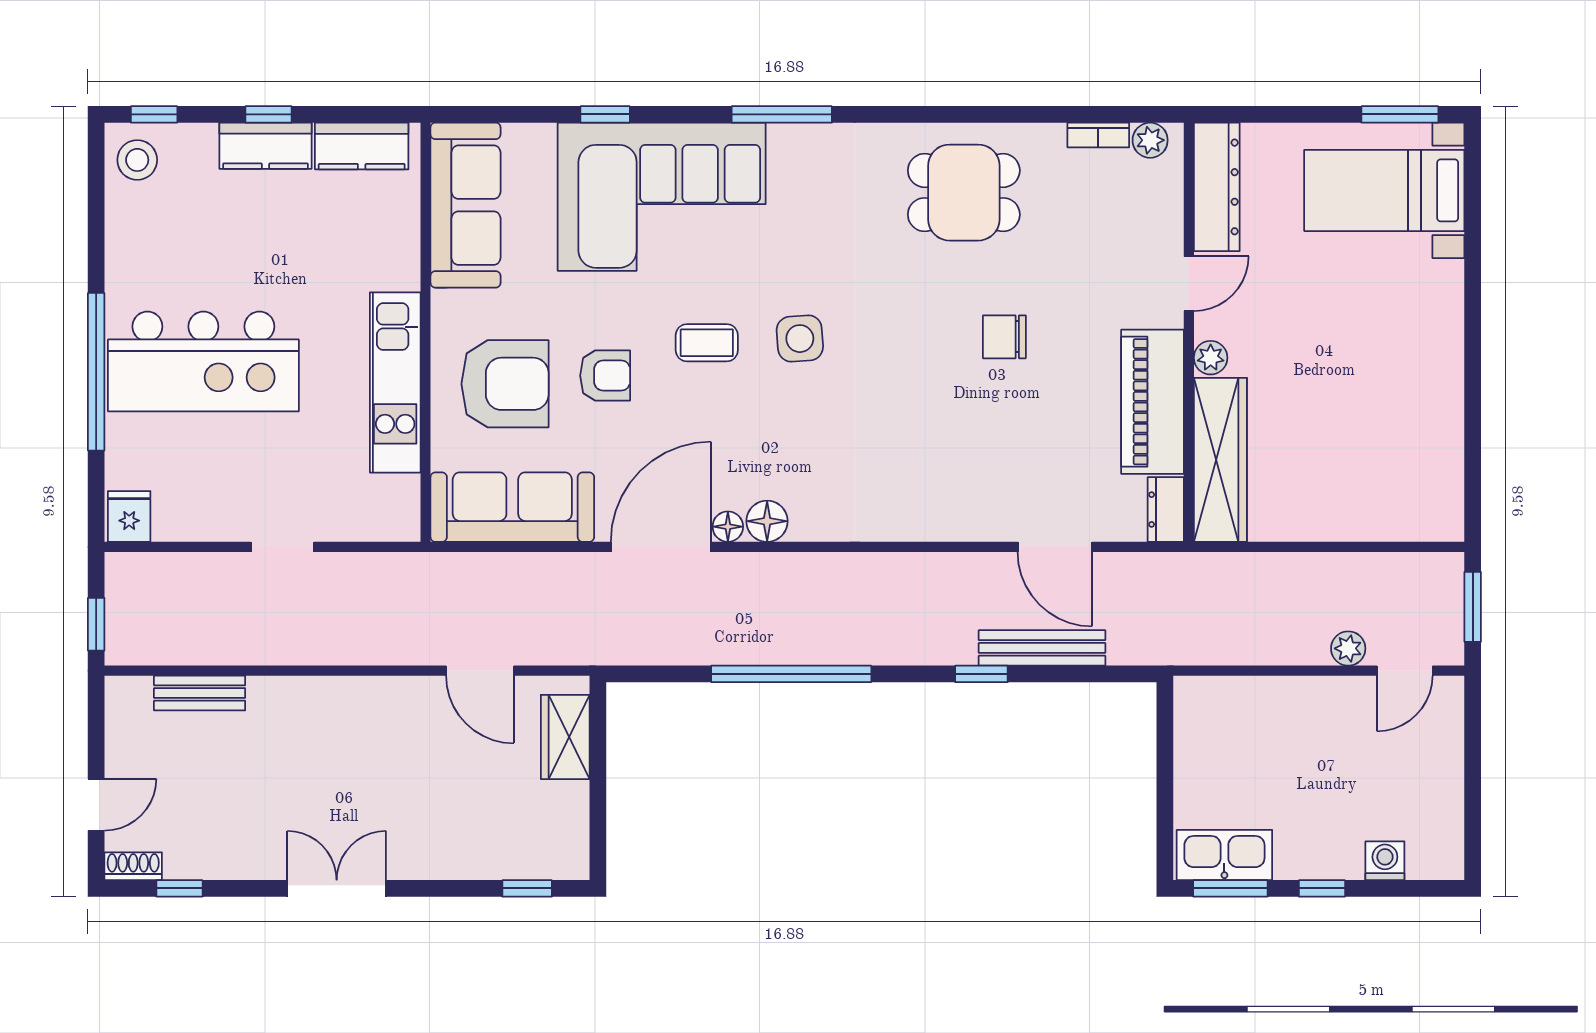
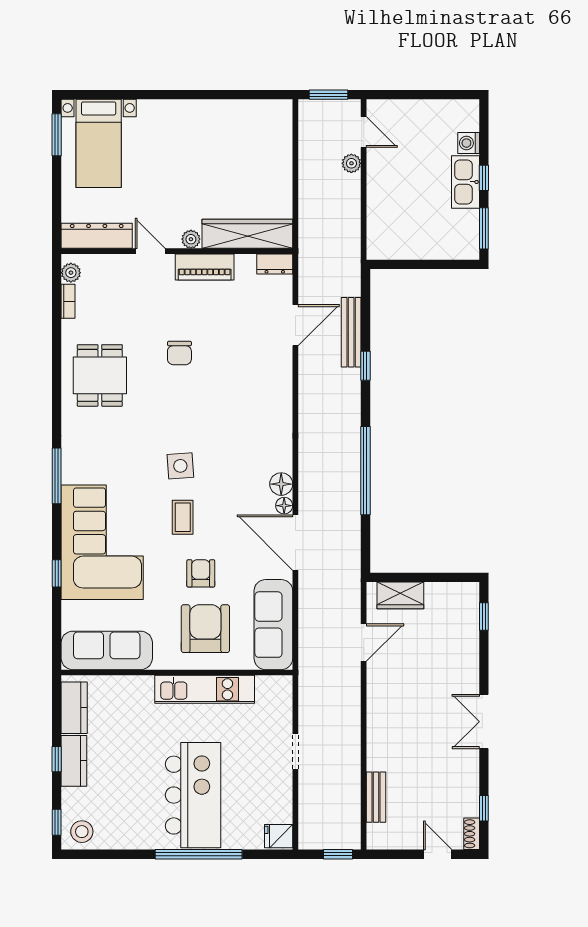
piano: (1153, 402) -> (205, 267), width x0.73, depth x0.75
kitchen sink: (1224, 855) -> (465, 182), moved

